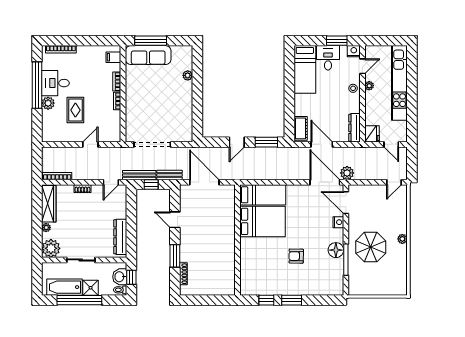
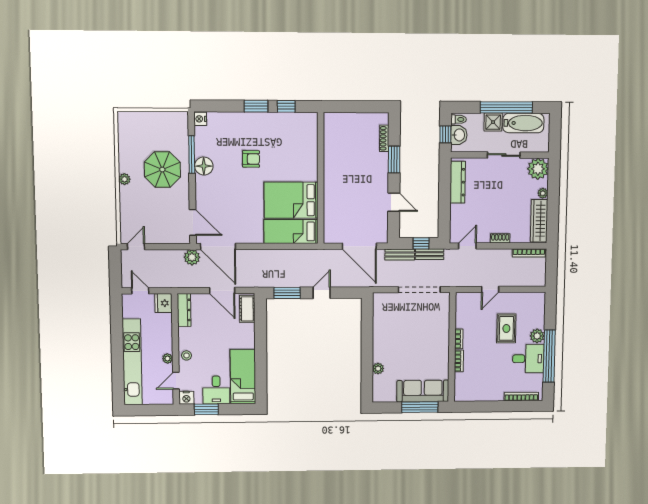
filing cabinet: (113, 57) -> (462, 388), removed
bench: (139, 175) -> (430, 254), width x0.73
nightstand: (338, 222) -> (200, 119), moved

